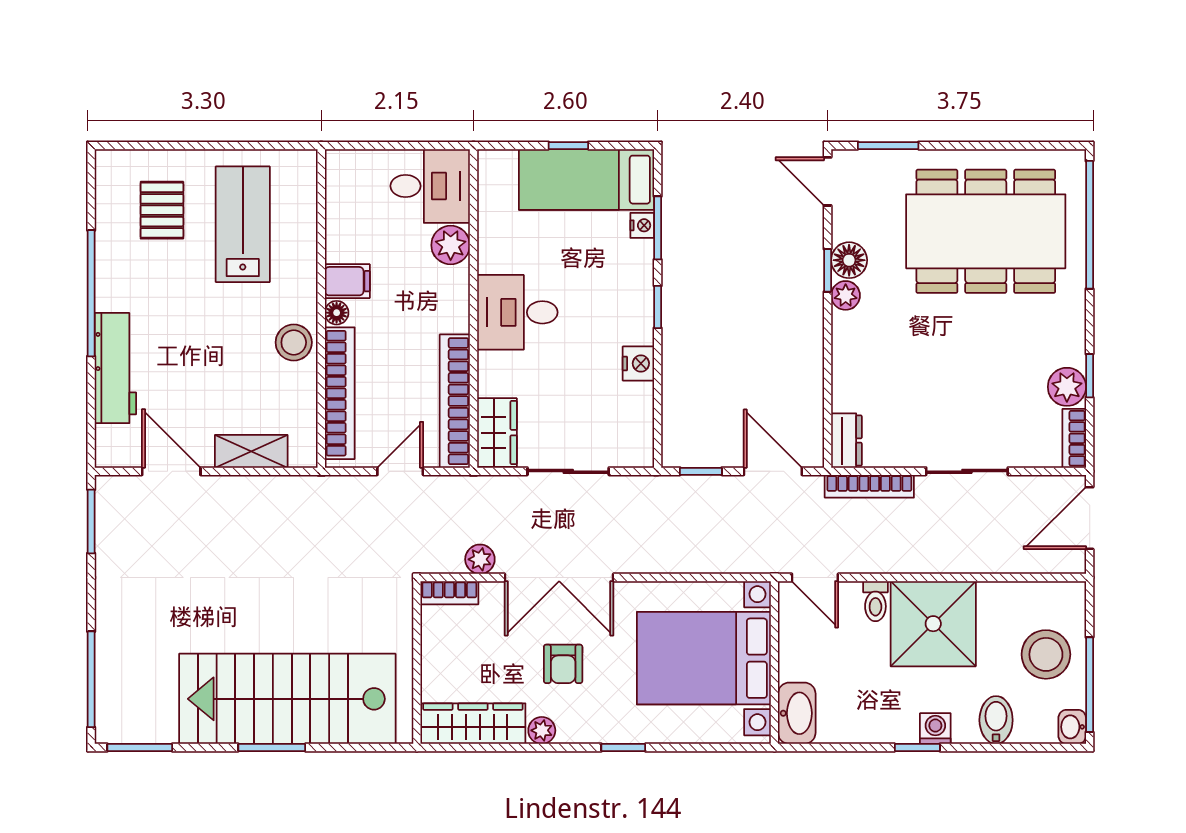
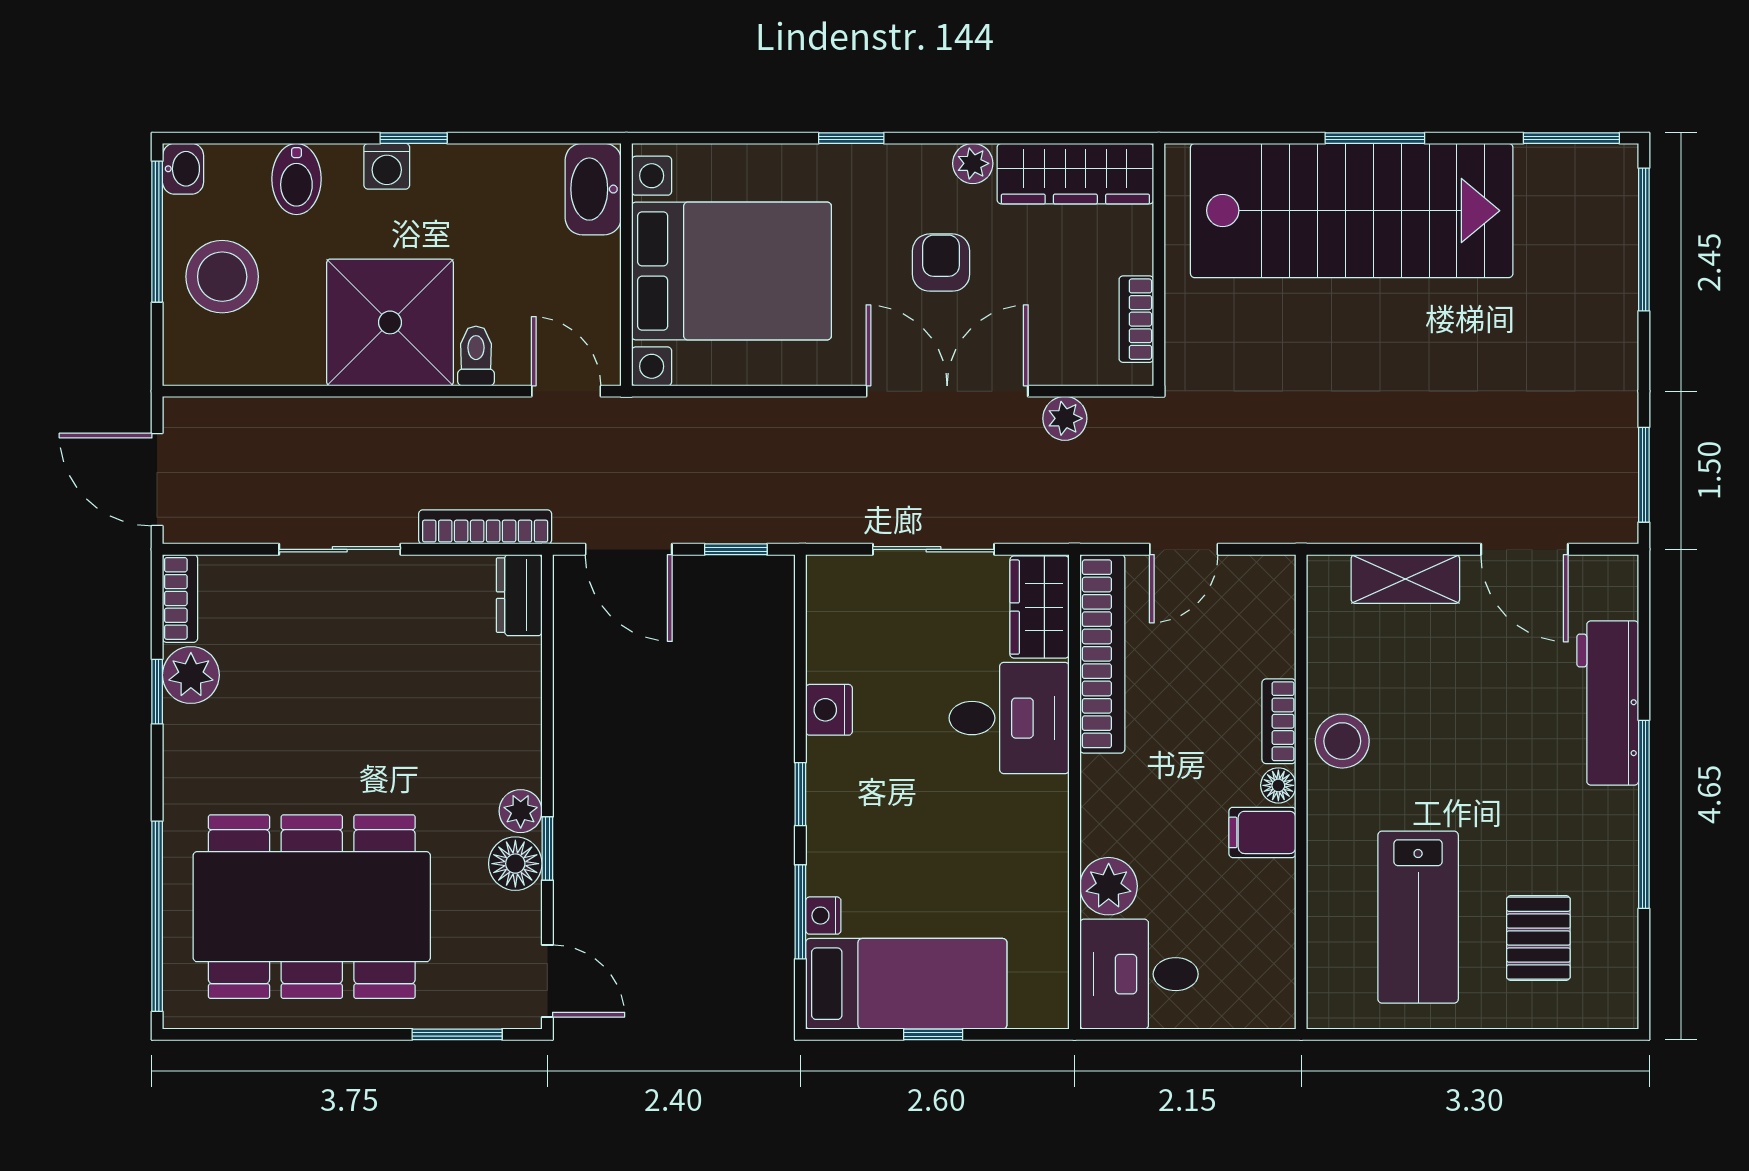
desk: (517, 312) -> (1009, 718), moved
bookcase: (340, 393) -> (1279, 721), width x0.43, depth x0.76
door: (1090, 518) -> (157, 480), swing flipped
bookcase: (449, 593) -> (1136, 319), moved, turned -90

